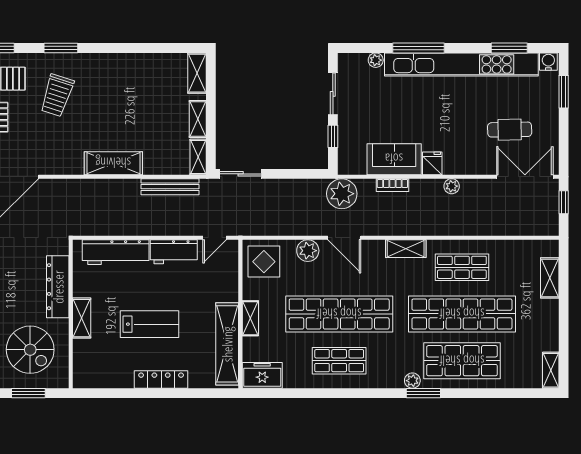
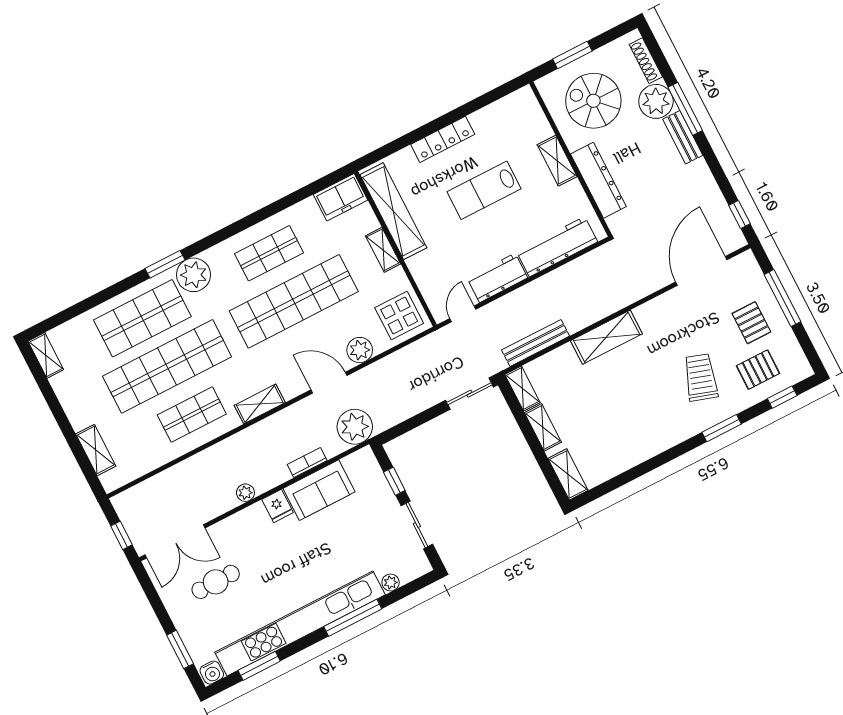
plant: (412, 381) -> (194, 275), width x1.88, depth x1.88

